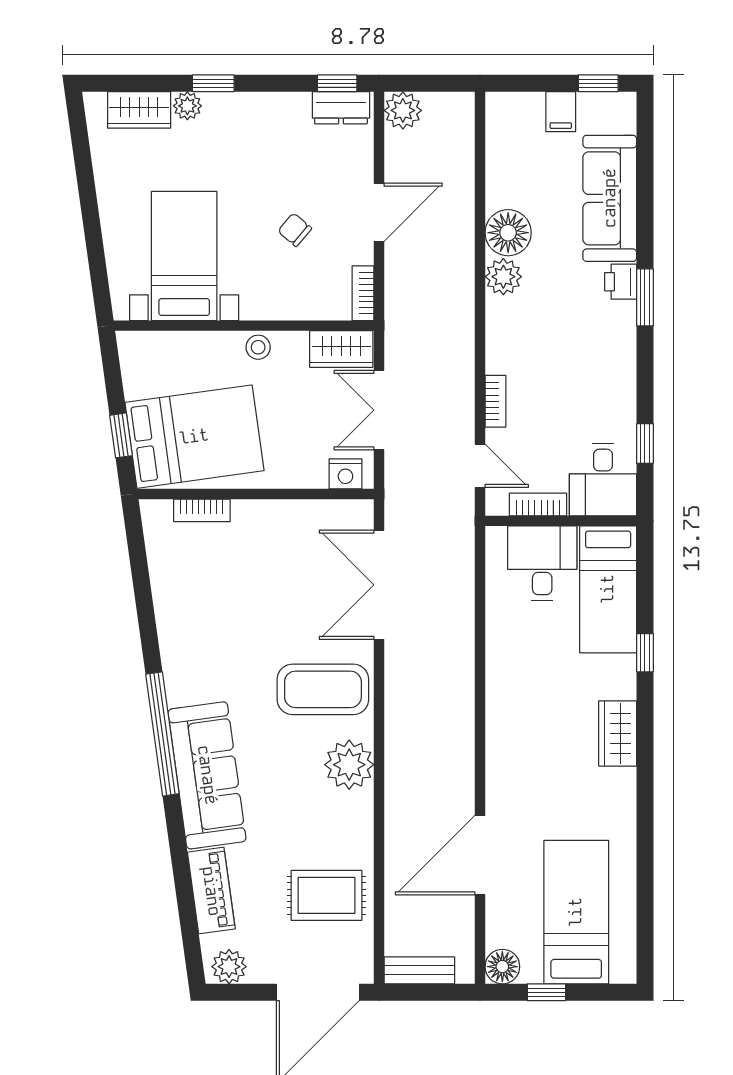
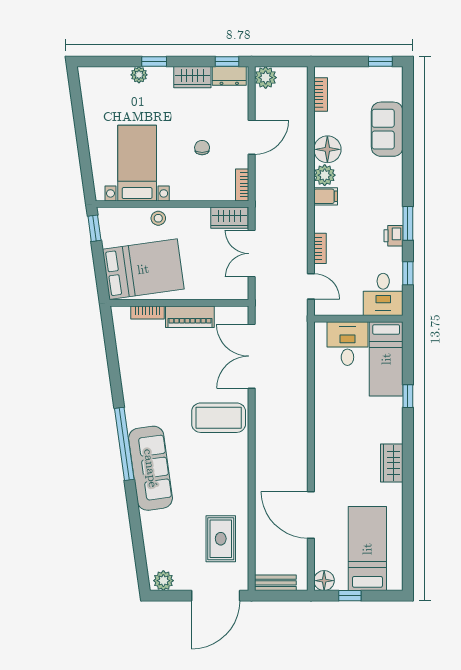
wardrobe: (139, 110) -> (192, 77), moved
filing cabinet: (561, 112) -> (326, 196), moved, turned -90
sofa: (610, 198) -> (387, 129), width x0.73
chair: (295, 230) -> (202, 148), turned 50
printer: (621, 282) -> (394, 236), moved
window: (645, 297) -> (408, 223), moved
stool: (258, 347) -> (158, 218), moved
window: (121, 435) -> (94, 228), moved
nightstand: (345, 474) -> (232, 291), removed
bookcase: (538, 504) -> (321, 95), moved, turned 90
wardrobe: (618, 733) -> (392, 463), moved
plant: (349, 765) -> (234, 462), removed
door: (480, 855) -> (311, 515), hinge flipped
piano: (211, 891) -> (190, 317), moved, turned 98
rug: (327, 895) -> (221, 539), turned 90

